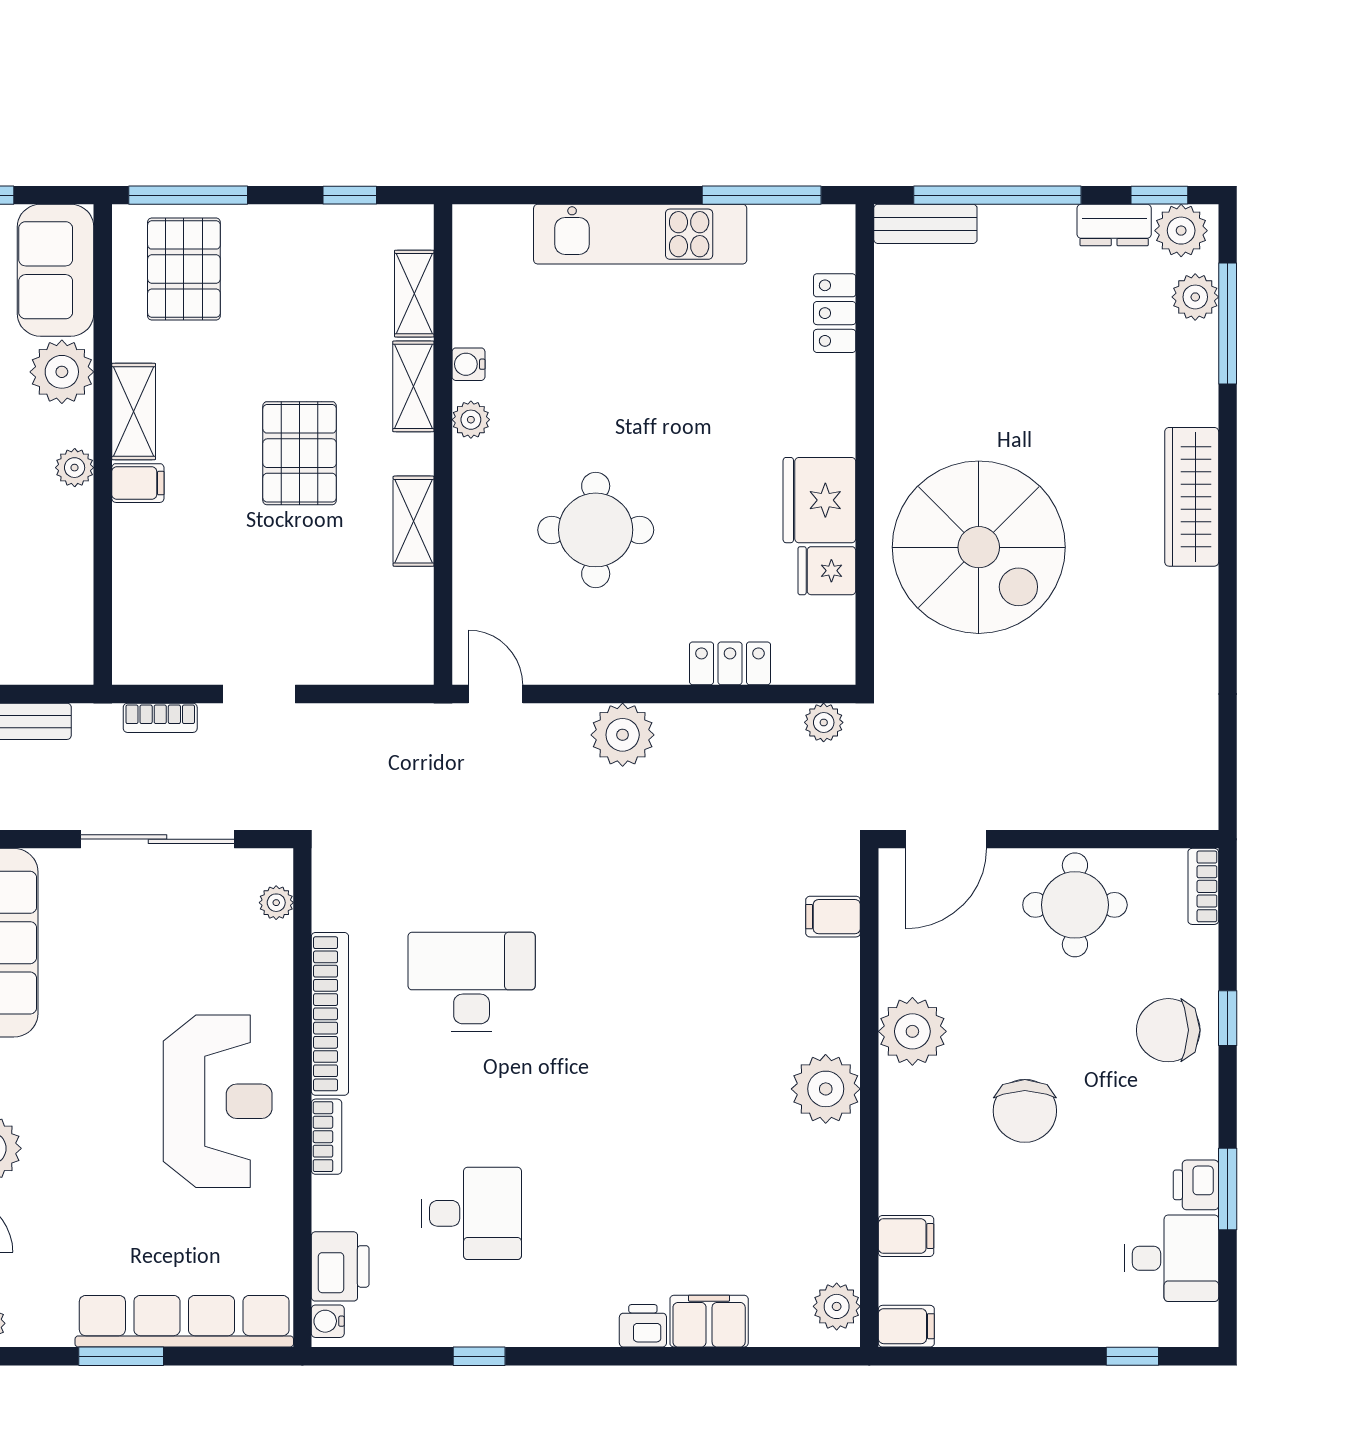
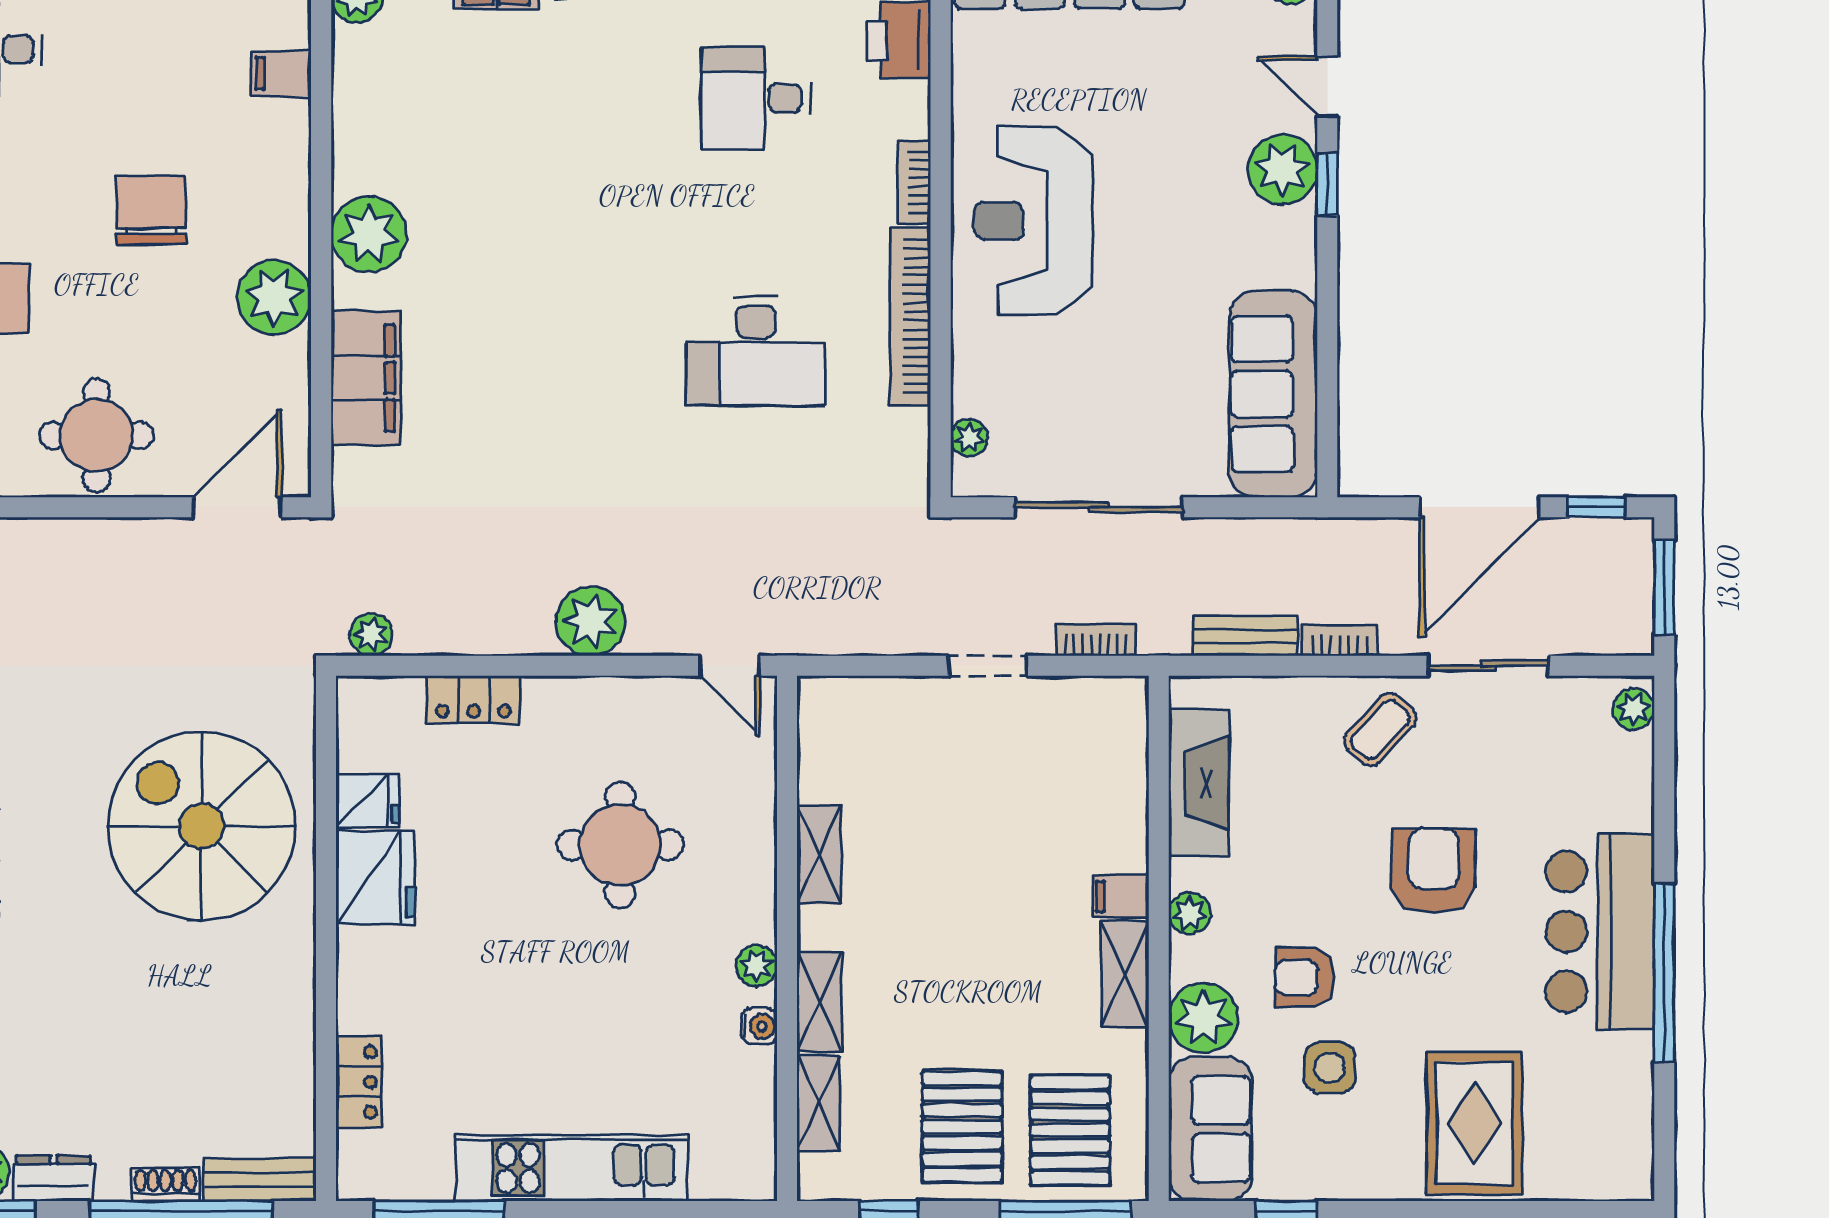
shoe rack: (1012, 219) -> (165, 1184), added
pallet: (300, 453) -> (962, 1127), moved
fireplace: (66, 587) -> (1199, 783), added
filing cabinet: (833, 917) -> (366, 378), width x3.00, depth x1.17

